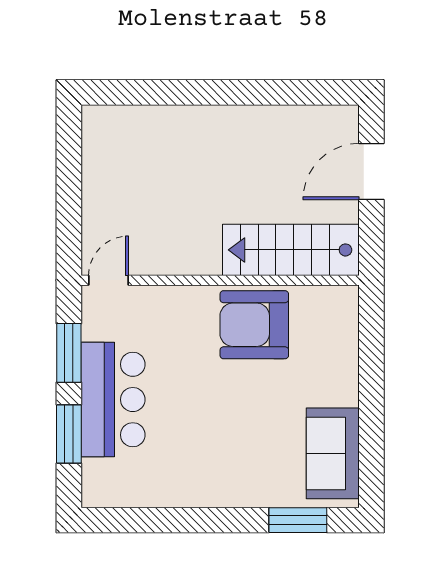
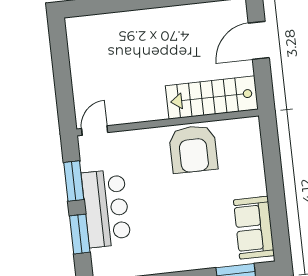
armchair: (254, 325) -> (193, 149), turned -90

